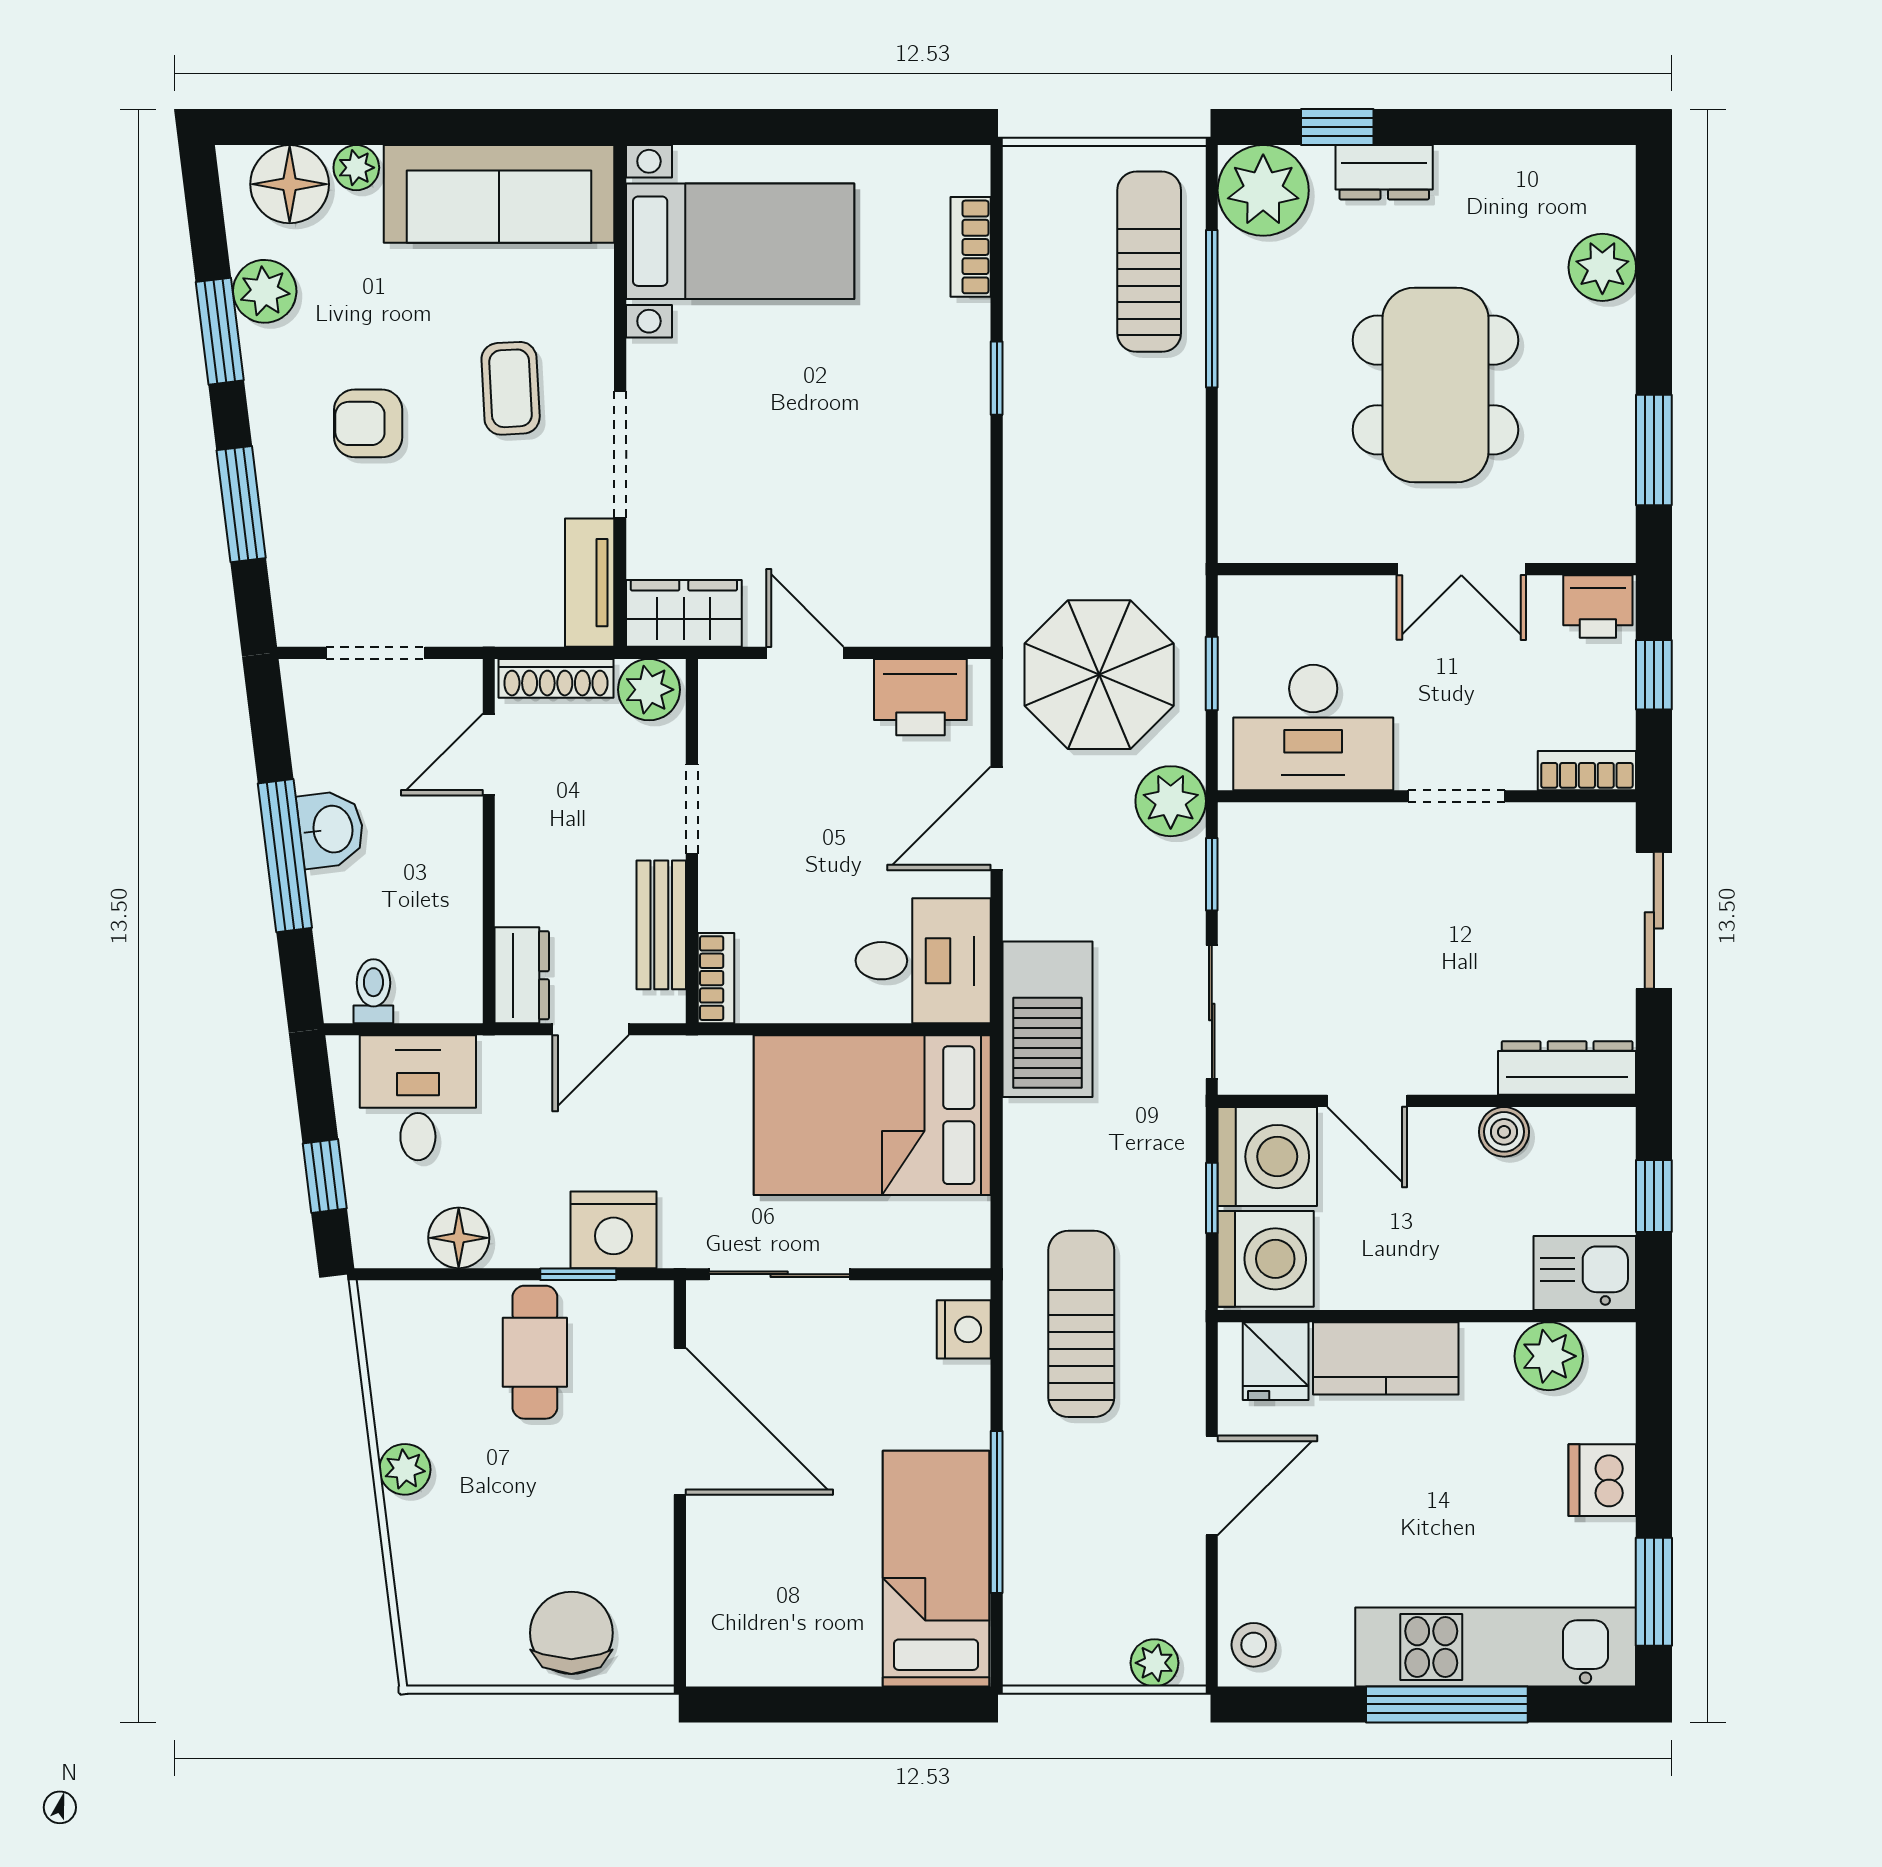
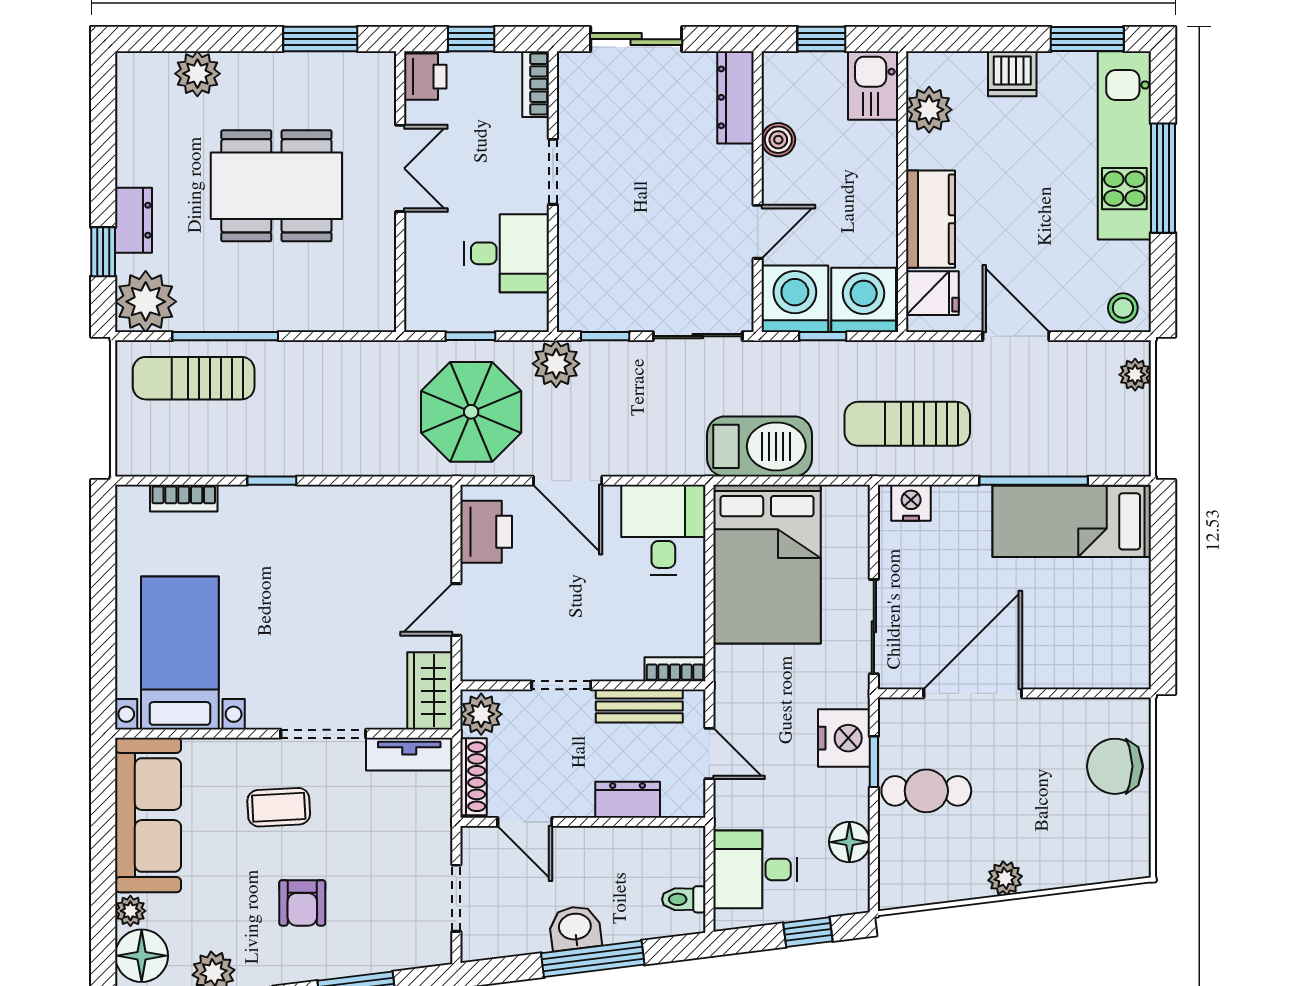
desk: (1313, 727) -> (507, 253), width x0.73
dresser: (522, 975) -> (628, 800), moved
barbecue: (1048, 1019) -> (759, 446), moved

